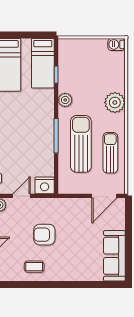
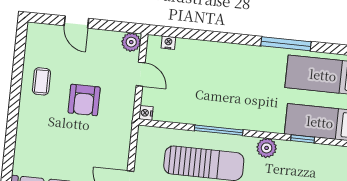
nightstand: (45, 185) -> (146, 113), width x0.53, depth x0.56
armchair: (44, 235) -> (84, 100), turned 180

